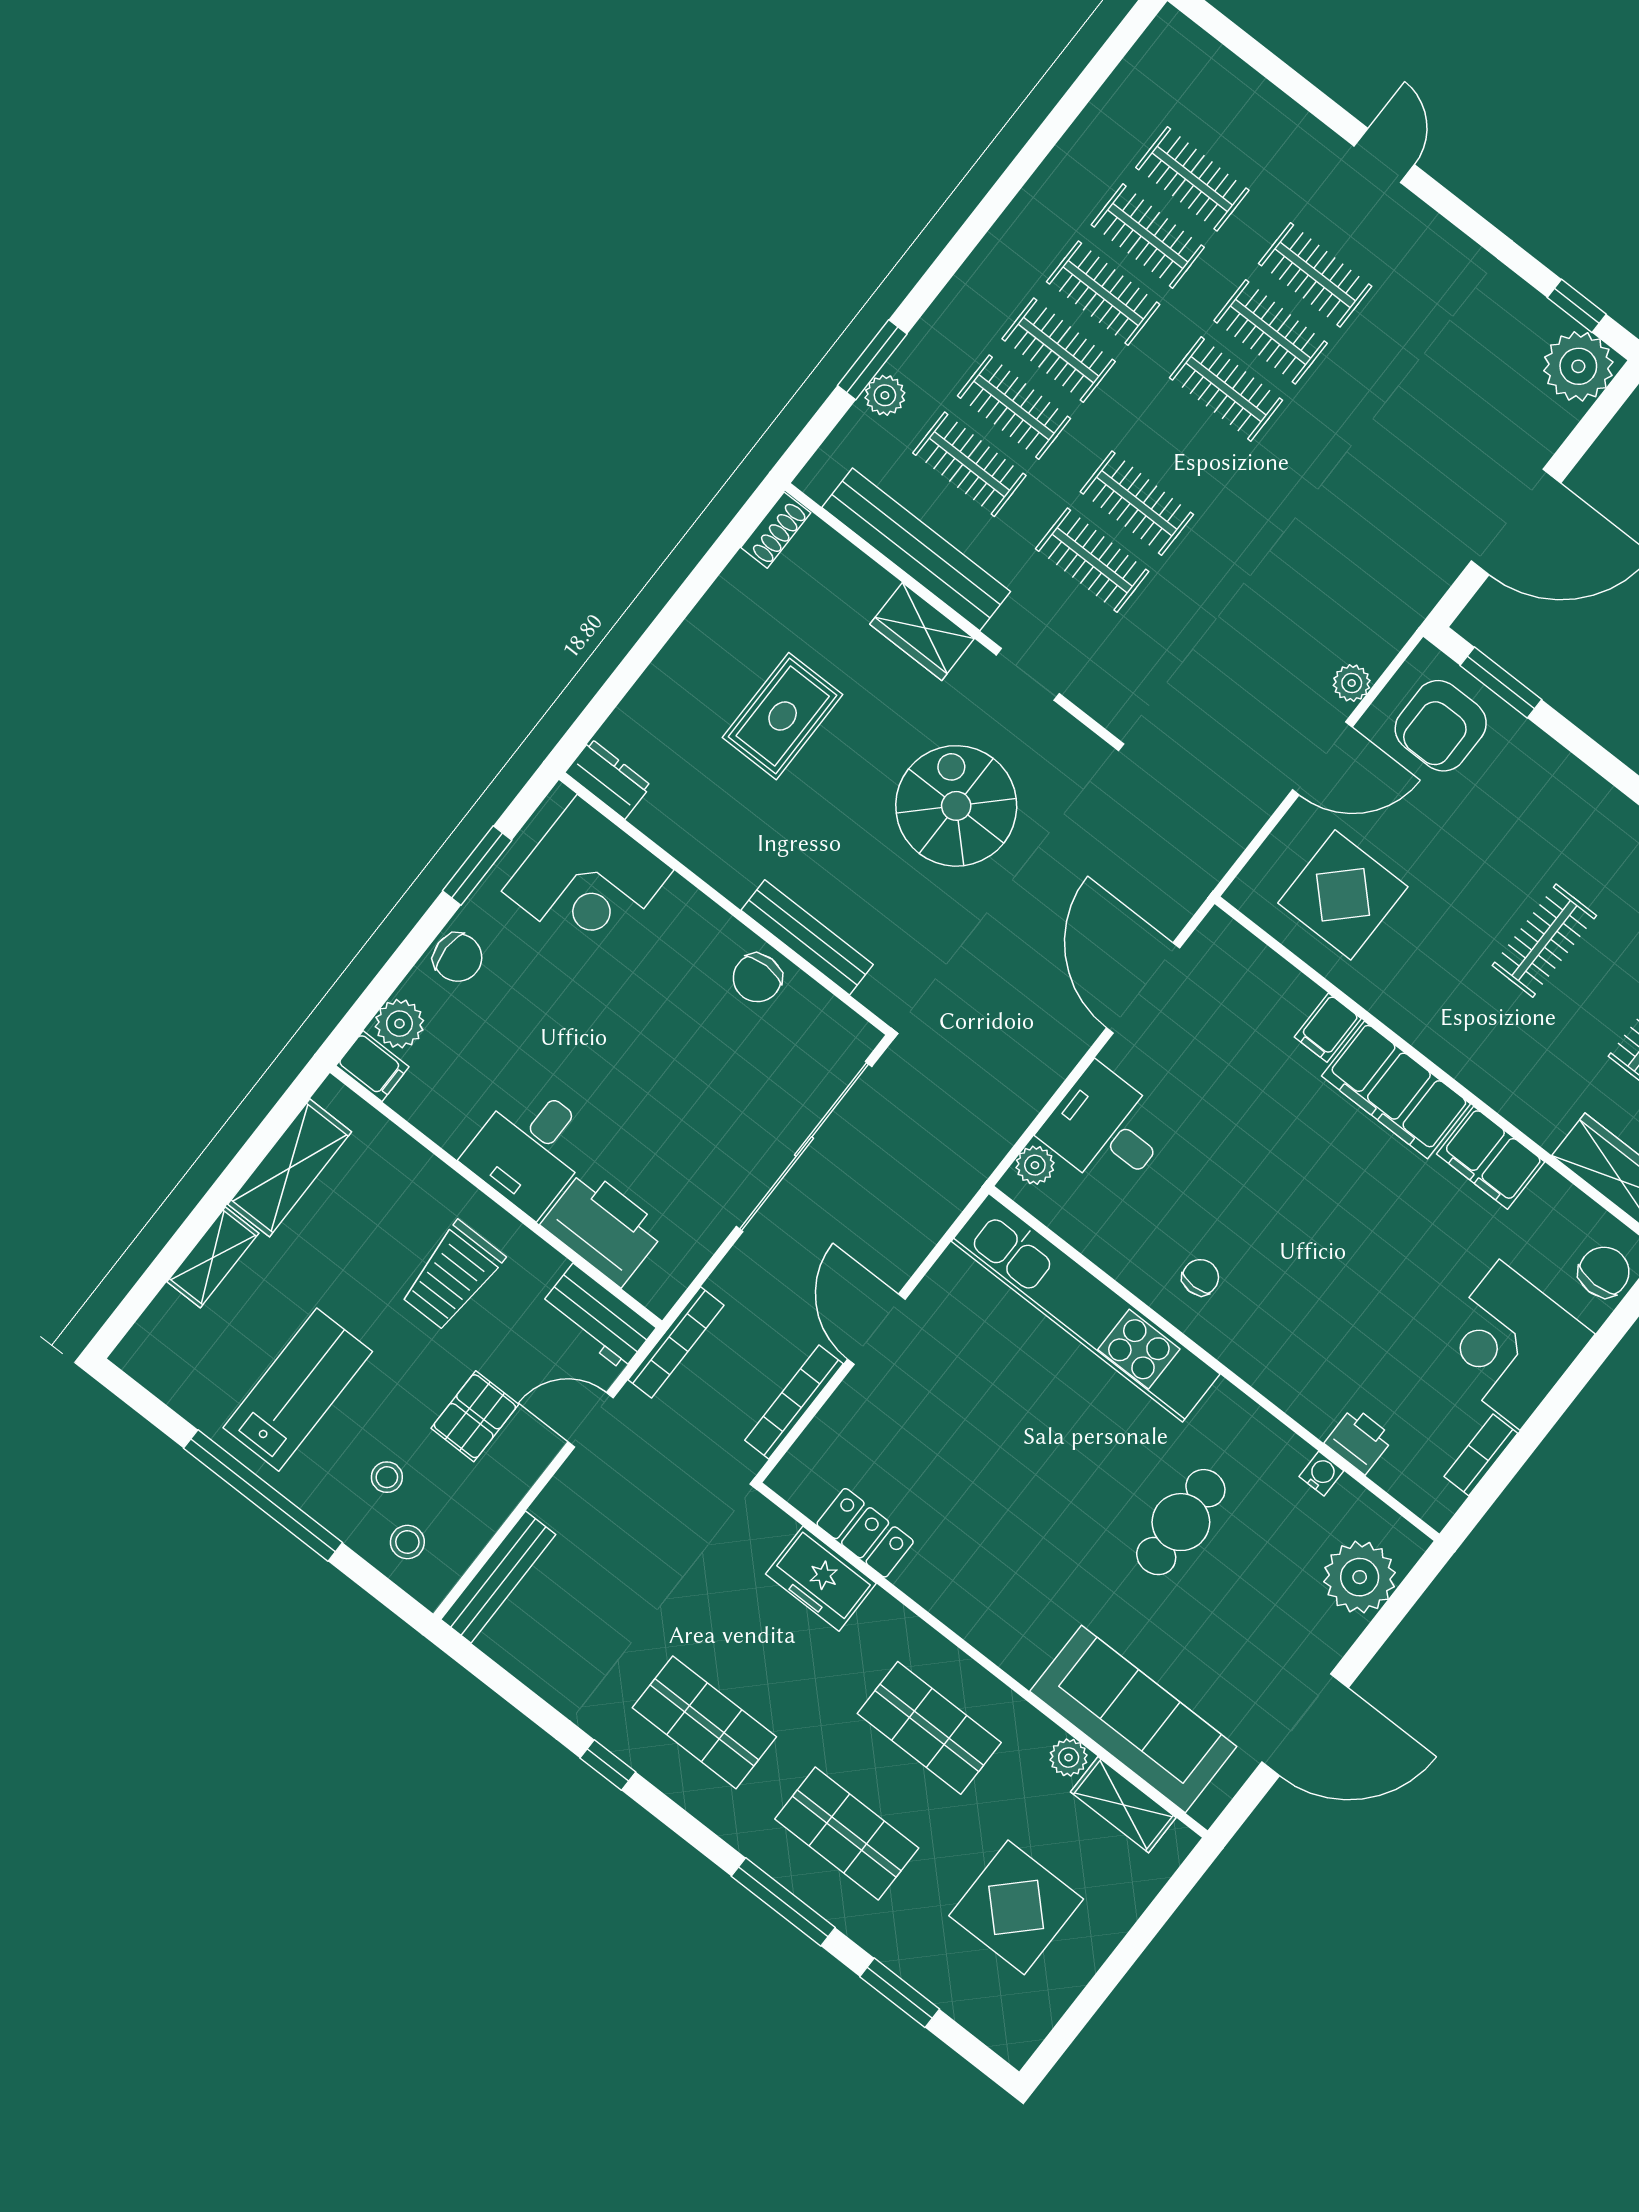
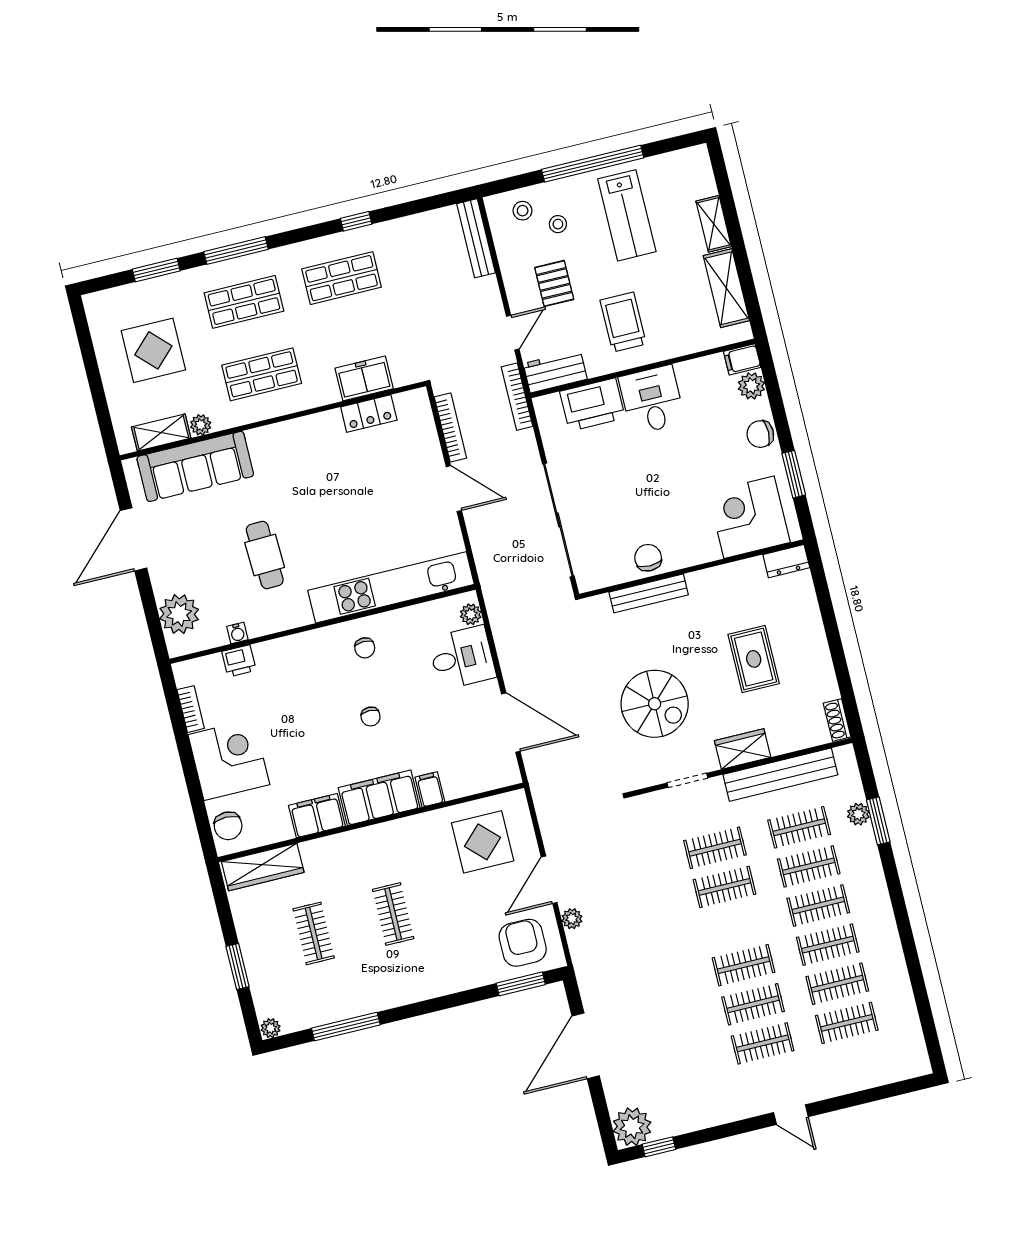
chair: (1291, 1192) -> (371, 717), added

